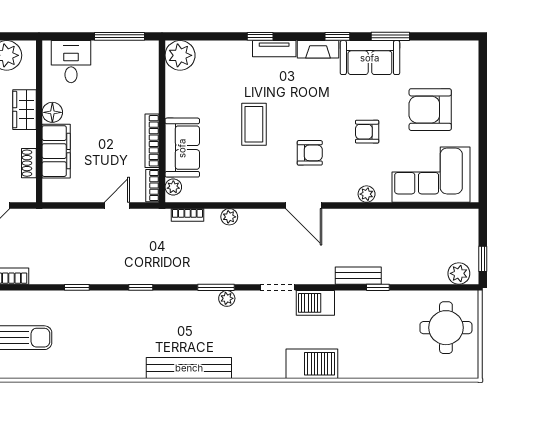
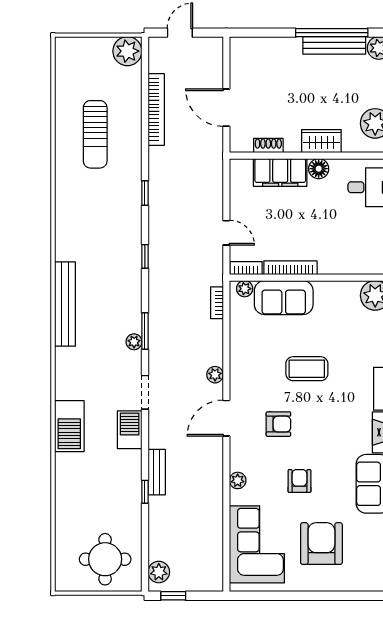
armchair: (310, 153) -> (278, 424), turned -90
plant: (229, 217) -> (215, 375), moved

